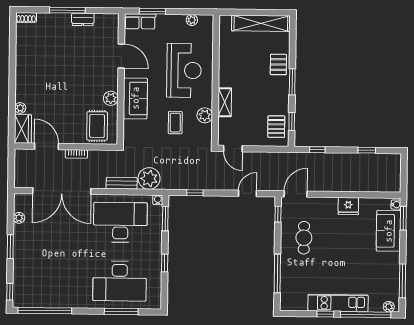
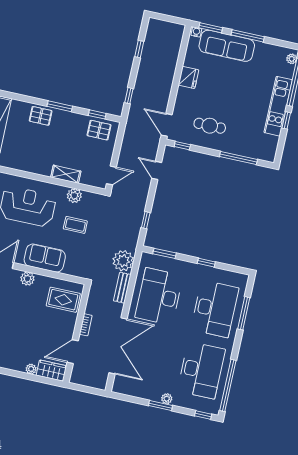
plant: (111, 98) -> (27, 279), moved
water cooler: (158, 200) -> (145, 257), removed
plant: (19, 218) -> (167, 399), moved
sofa: (388, 231) -> (227, 46), width x1.36
desk: (55, 280) -> (201, 370), added
window: (402, 281) -> (248, 36), moved

